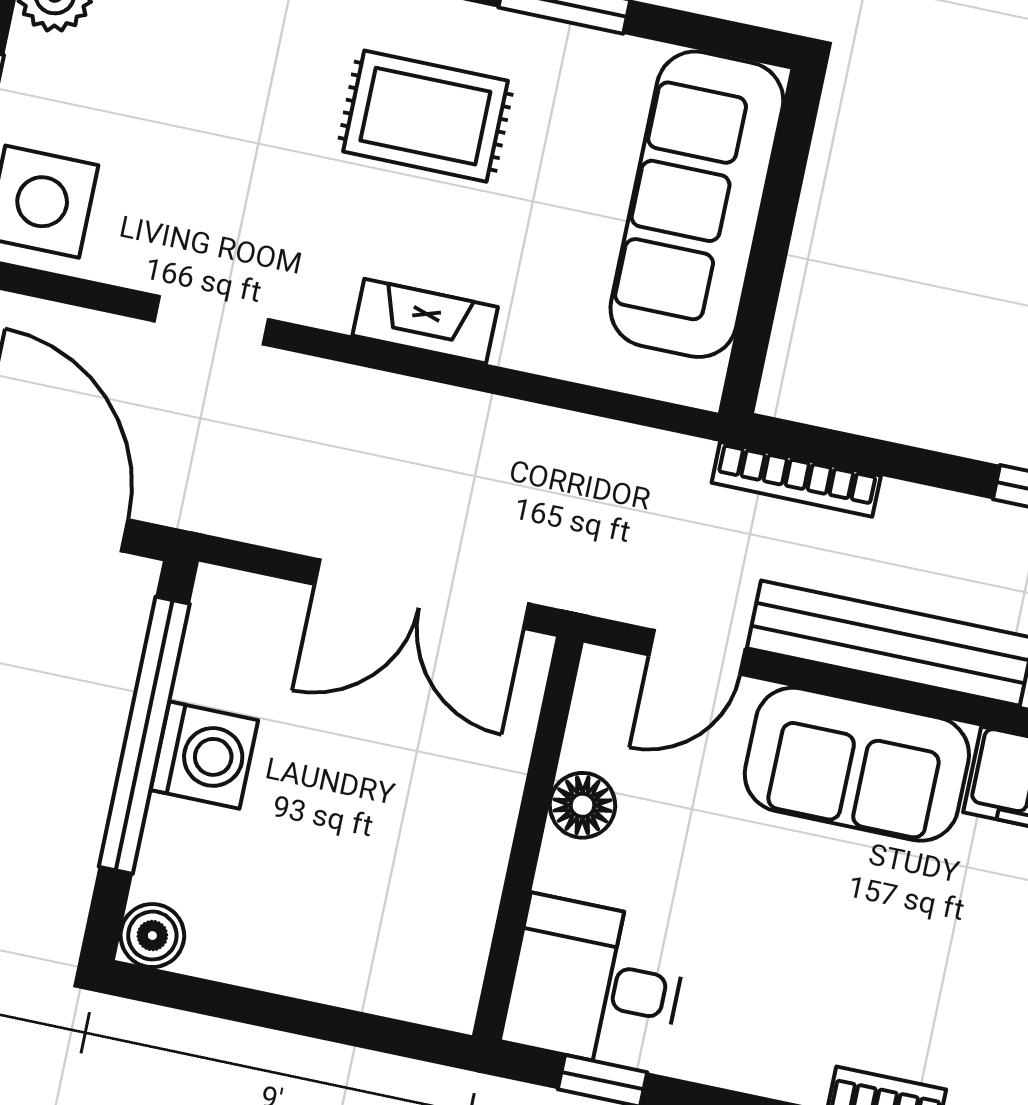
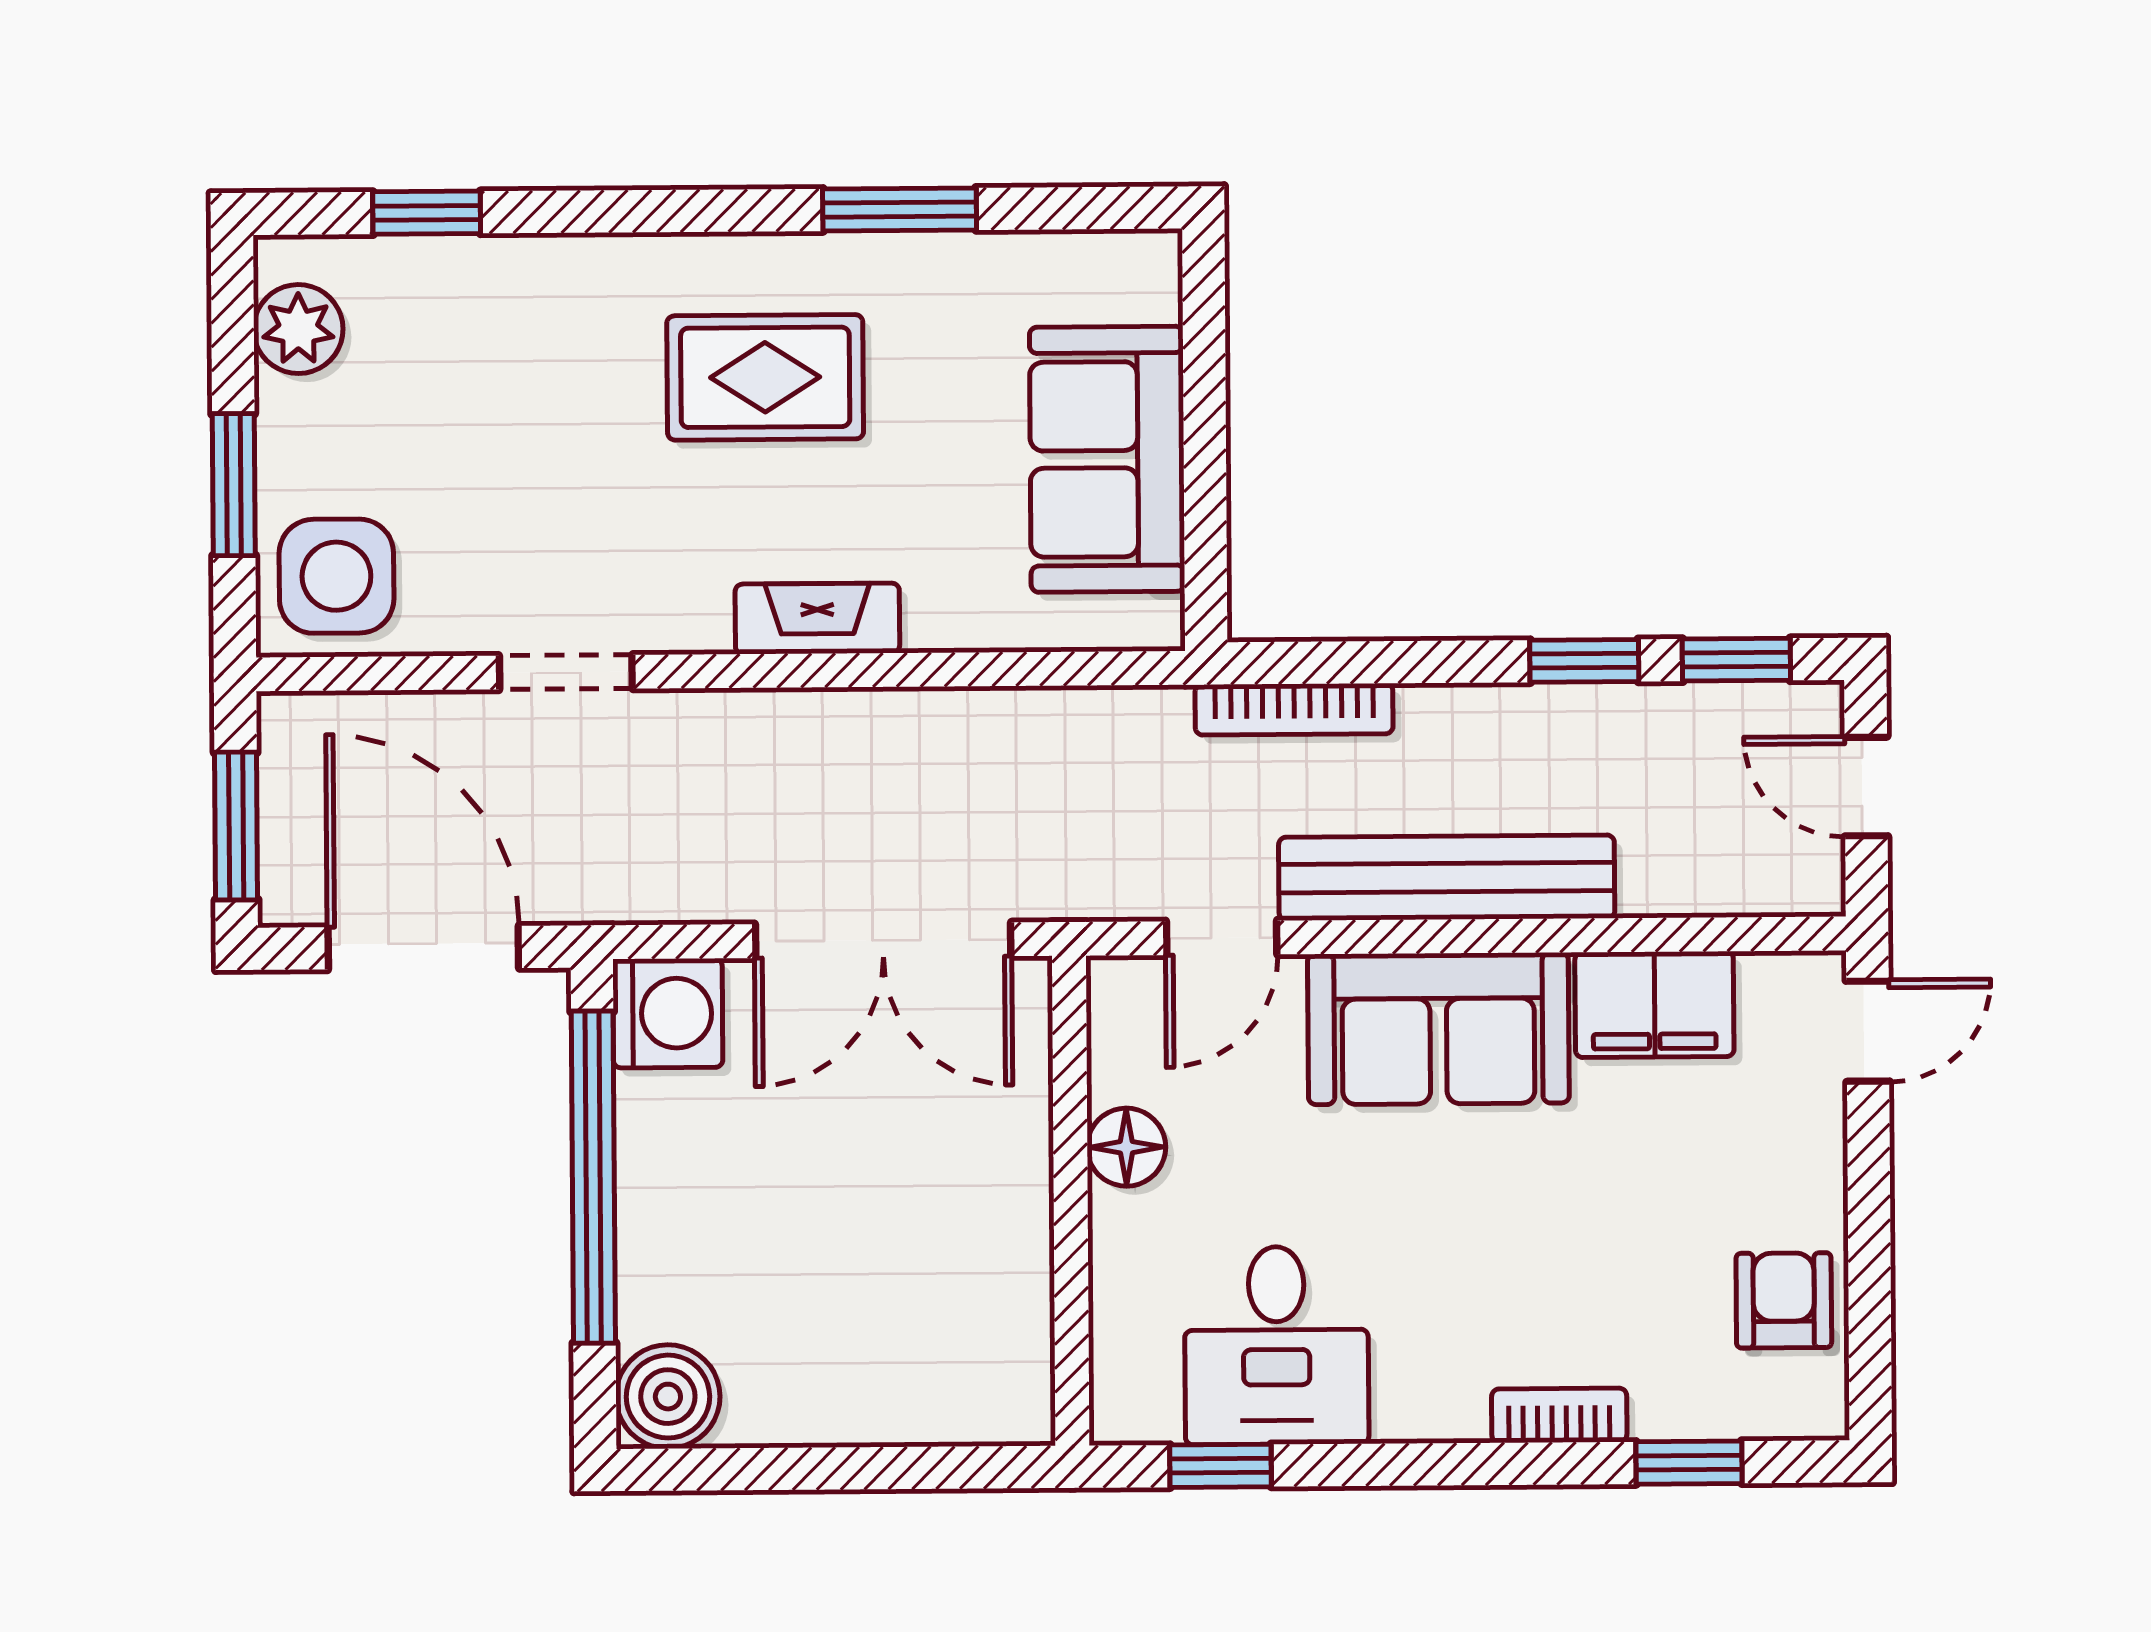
sofa: (697, 204) -> (1107, 459), width x0.73
washing machine: (204, 755) -> (668, 1013), moved
boiler: (152, 936) -> (668, 1397), width x1.36, depth x1.36
desk: (596, 984) -> (1277, 1346), moved, turned -90

